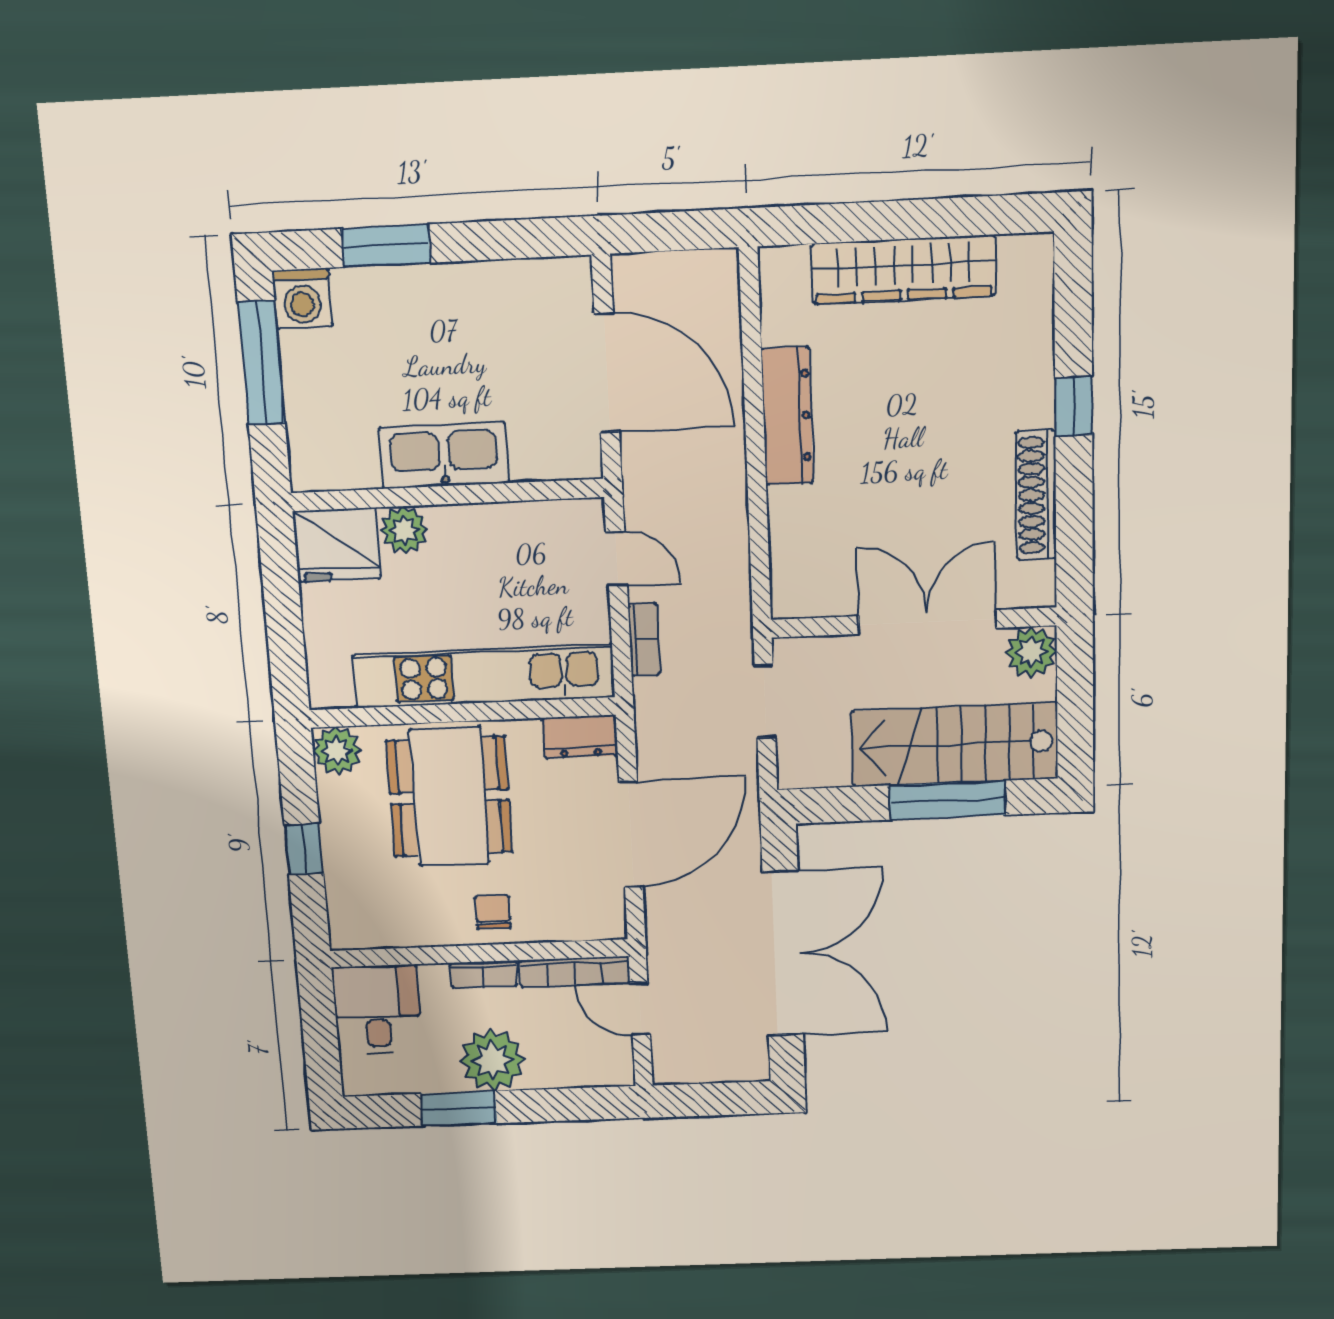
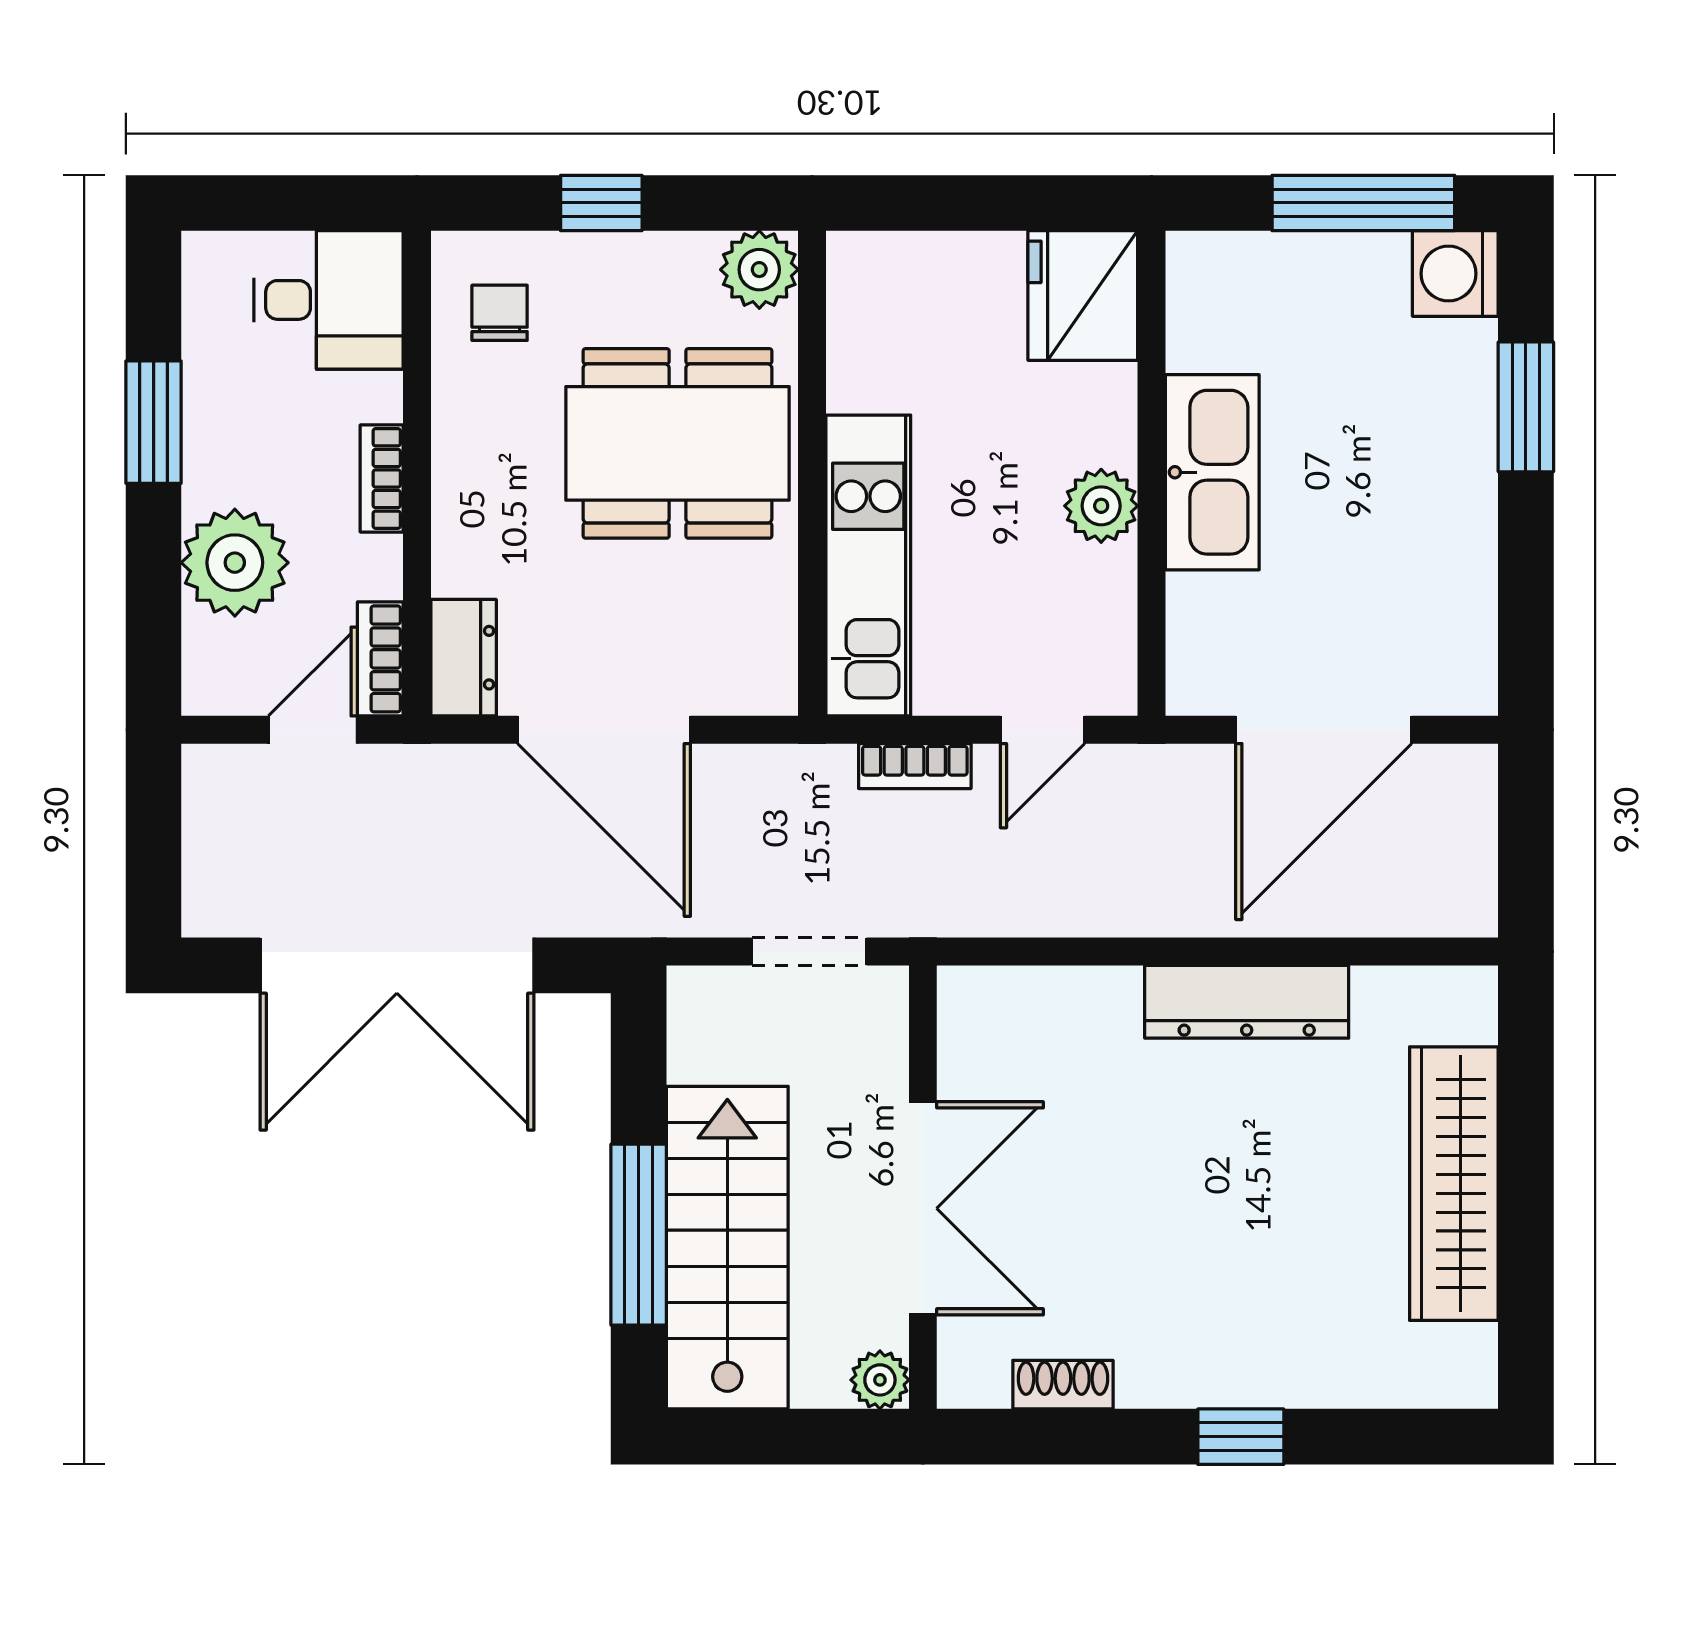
shoe rack: (1036, 495) -> (1063, 1385), width x0.51, depth x0.81
plant: (404, 530) -> (1101, 506), moved
plant: (1031, 652) -> (880, 1380), width x0.73, depth x0.73
kitchen unit: (484, 676) -> (868, 565), width x0.73
dresser: (580, 737) -> (464, 658), moved, turned 180
chair: (493, 912) -> (500, 313), moved, turned -90
bookcase: (575, 972) -> (380, 659), width x0.64
plant: (492, 1060) -> (235, 563), moved

